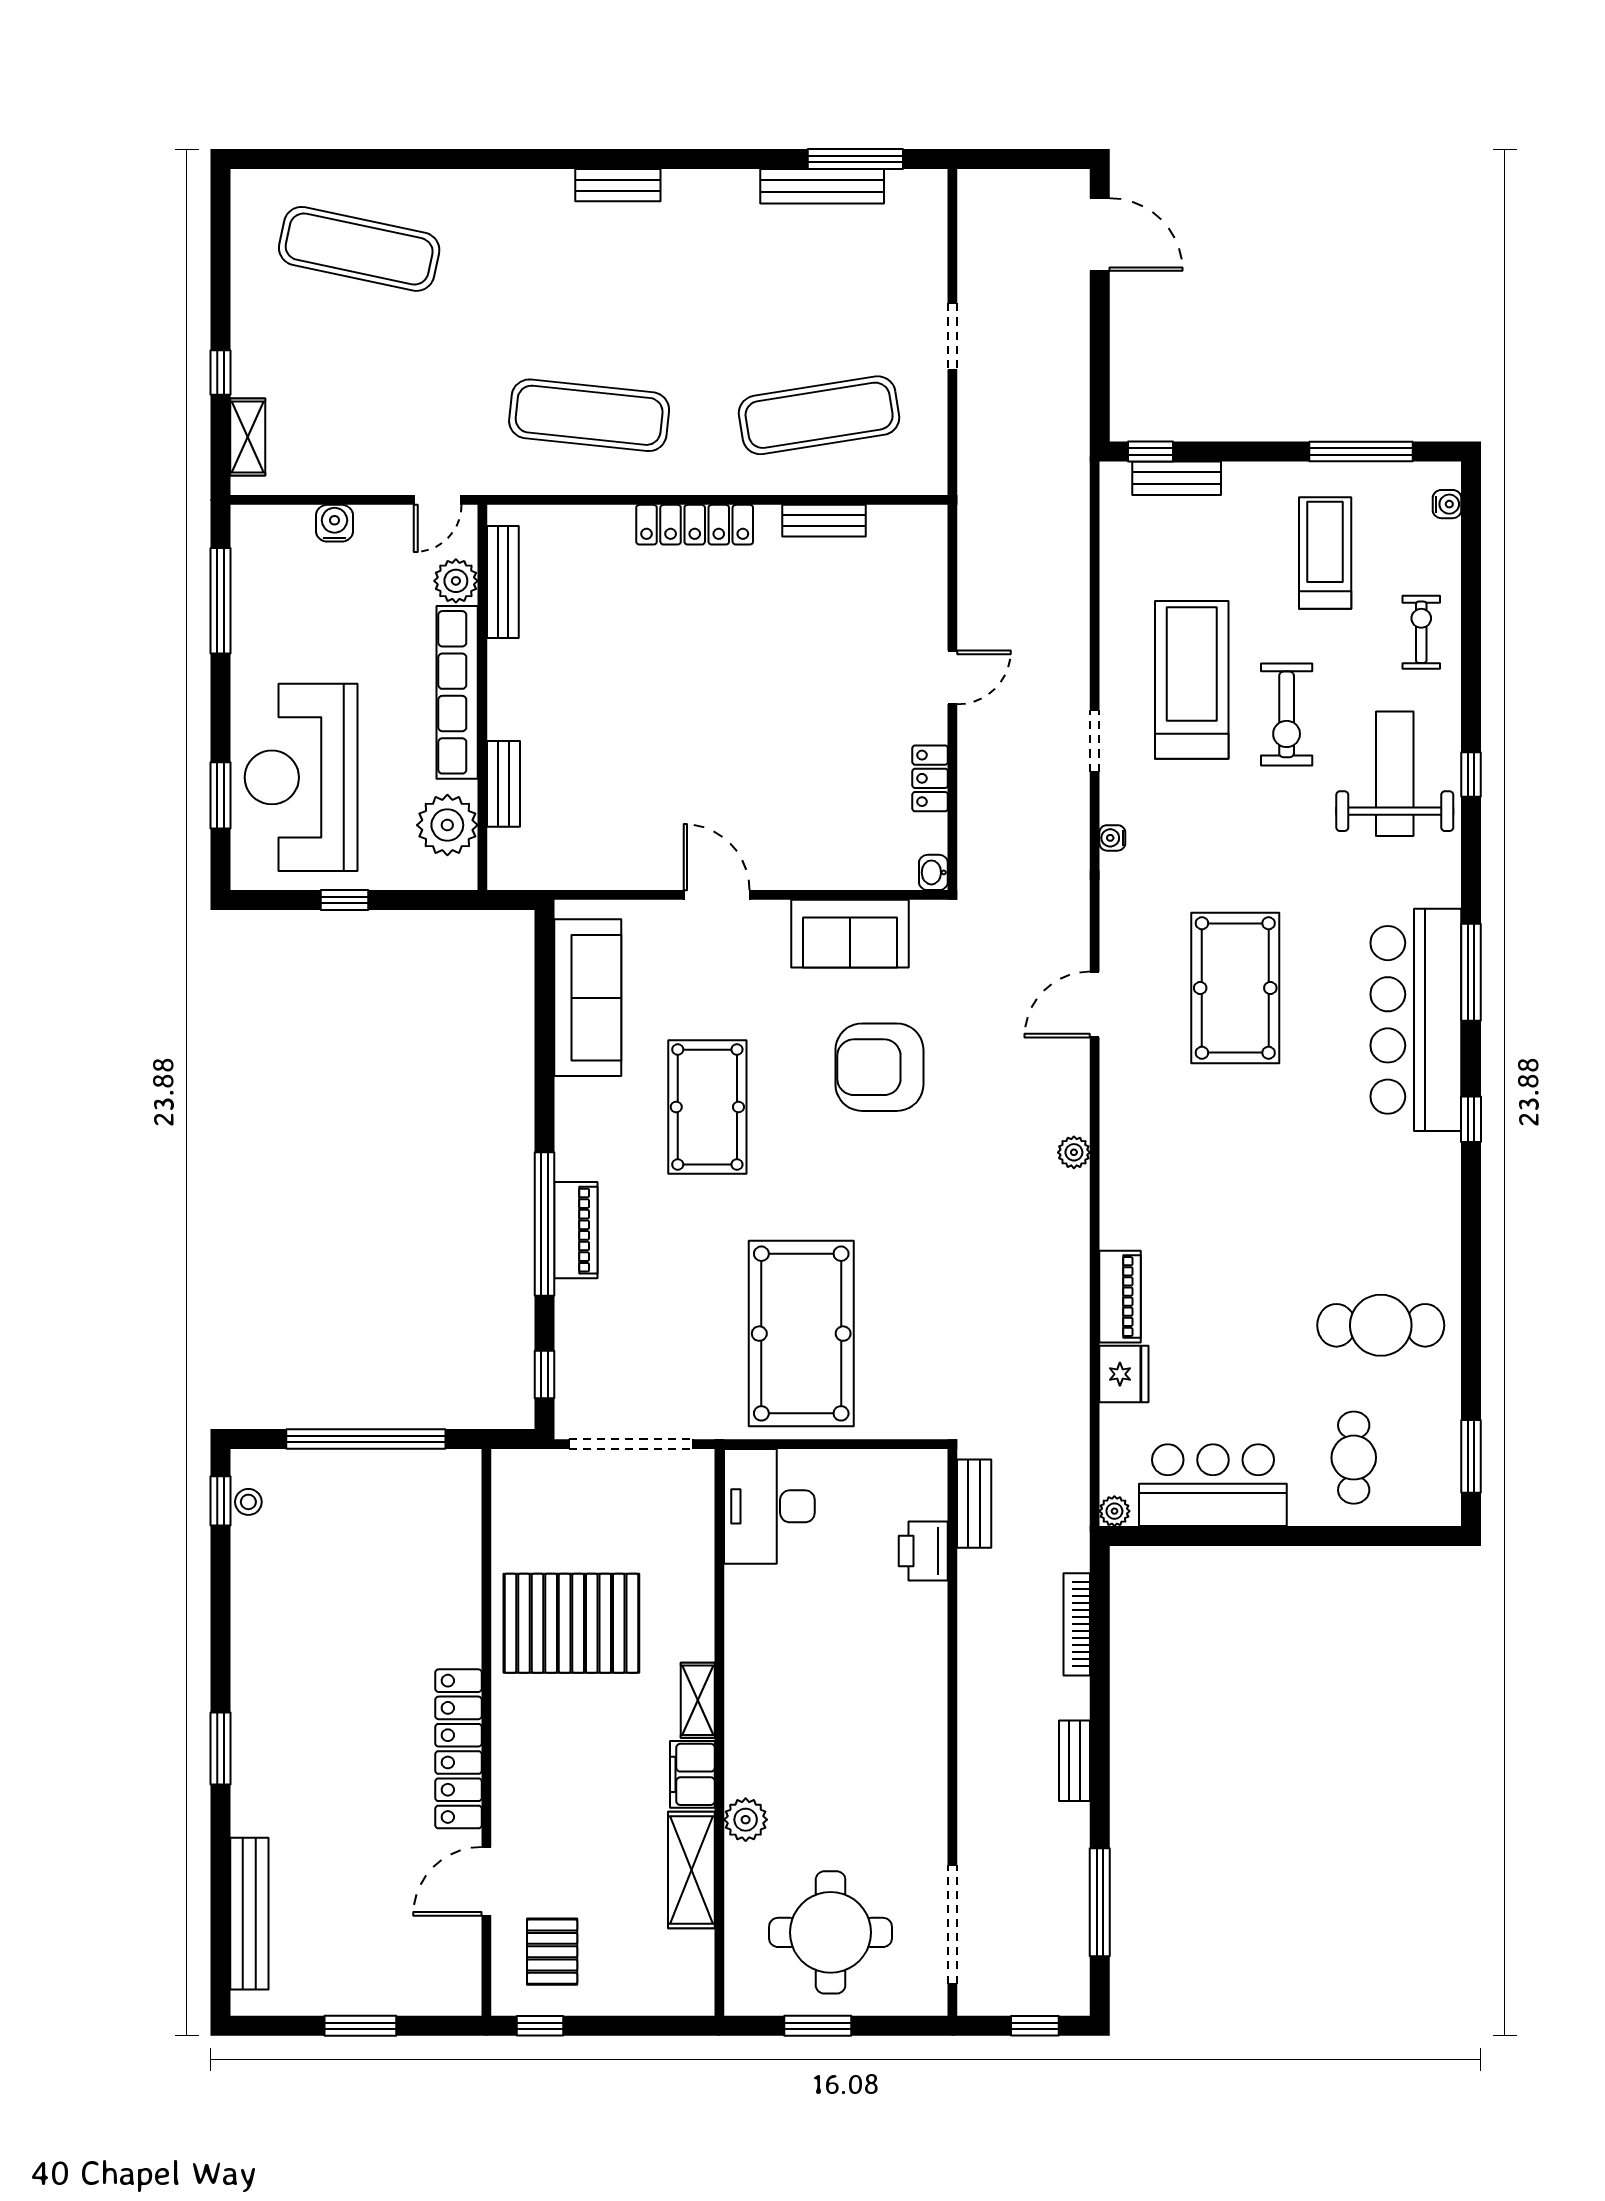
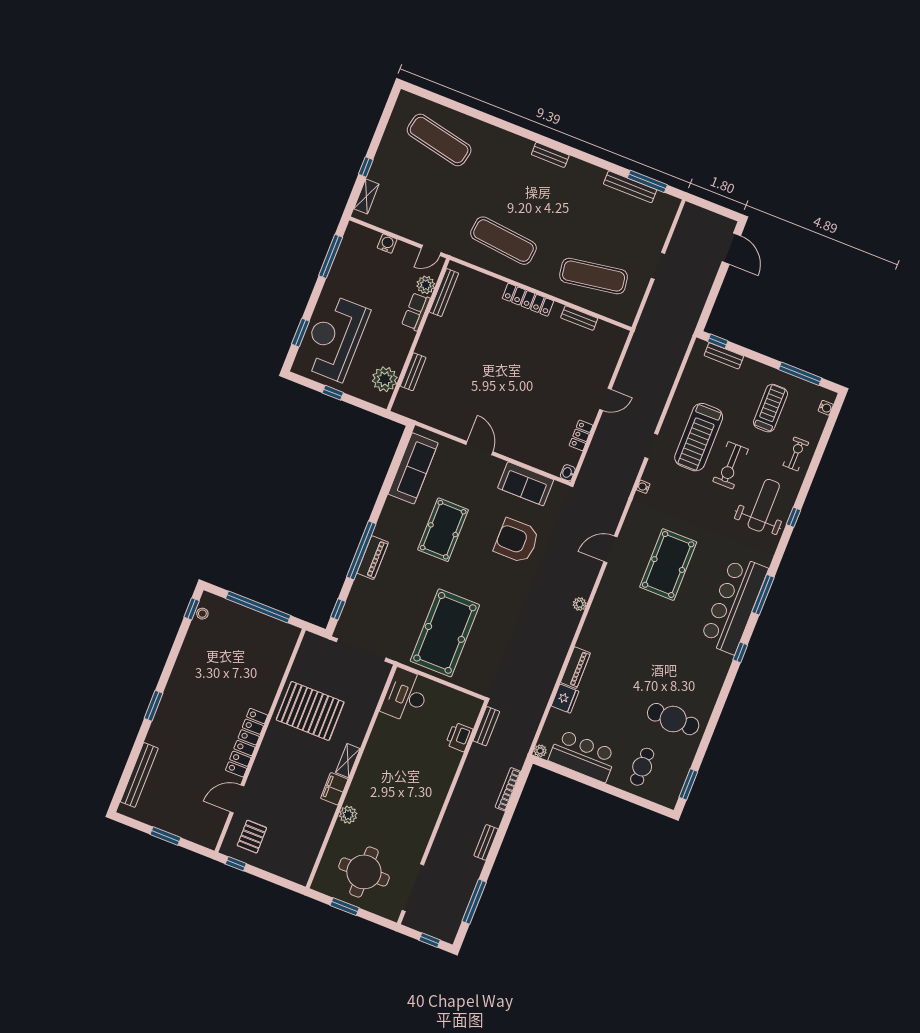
treadmill: (1192, 680) -> (699, 437), turned 180
row of seats: (457, 692) -> (416, 312), width x0.50
shelving: (691, 1870) -> (319, 826), removed

